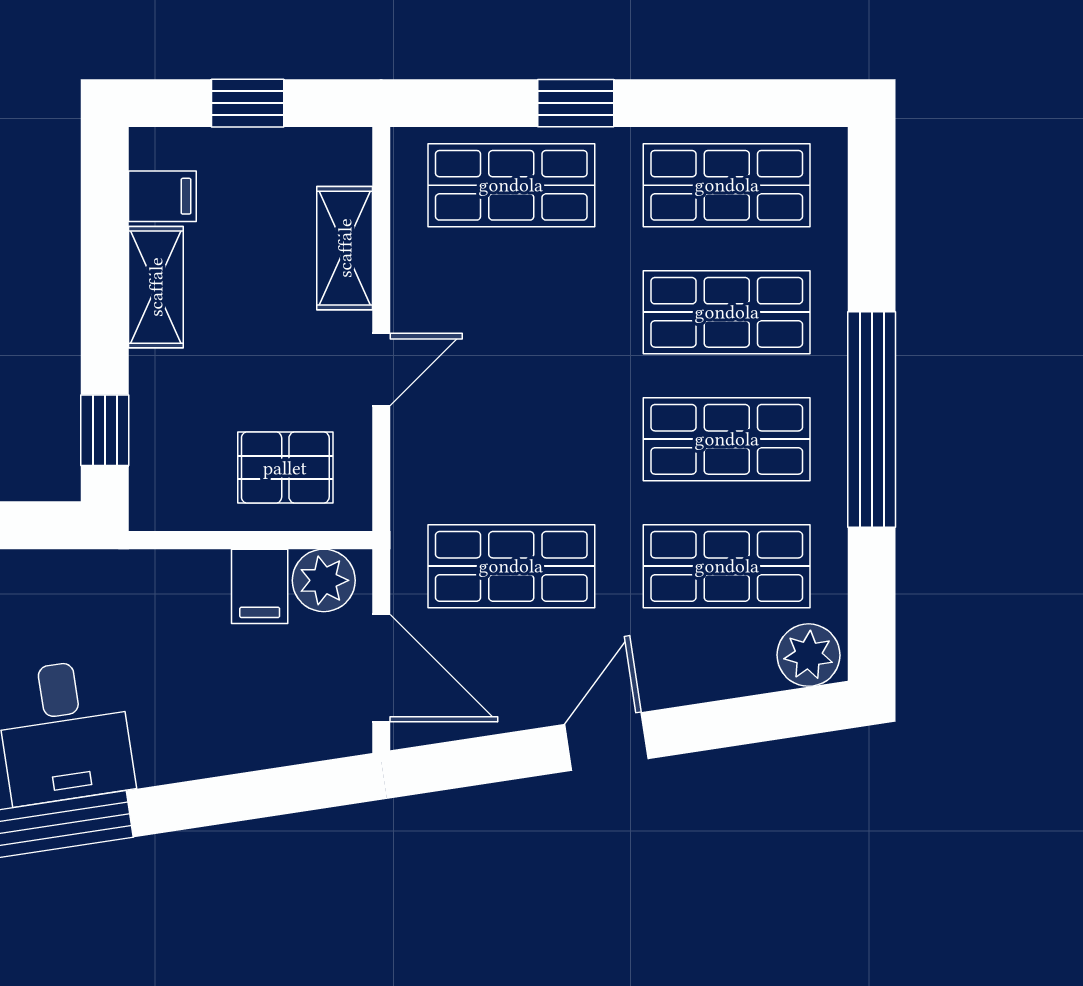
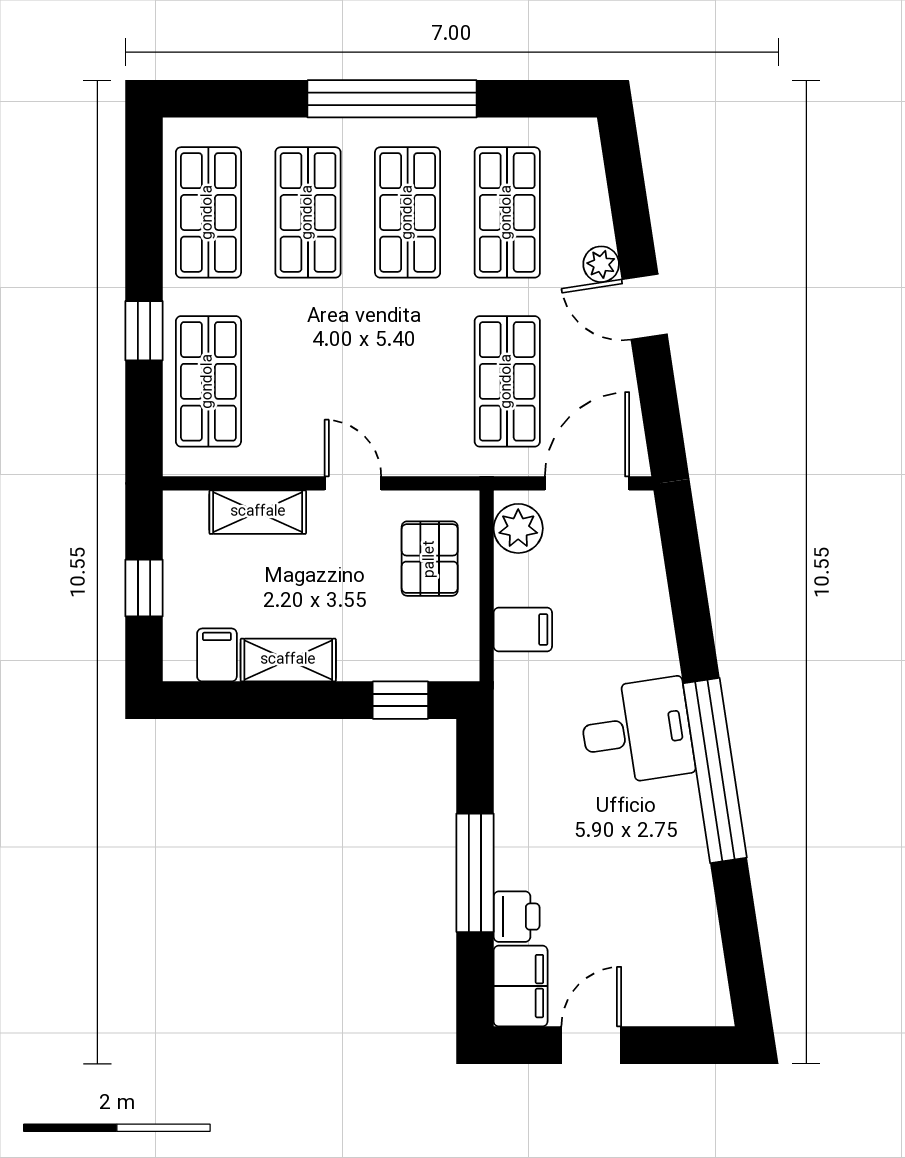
filing cabinet: (260, 586) -> (523, 630), moved
plant: (809, 655) -> (601, 264), moved, width x0.73, depth x0.73

